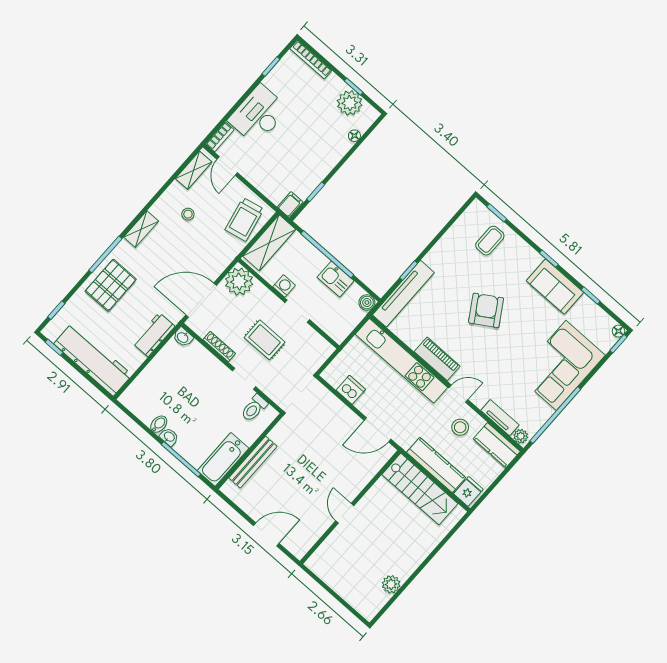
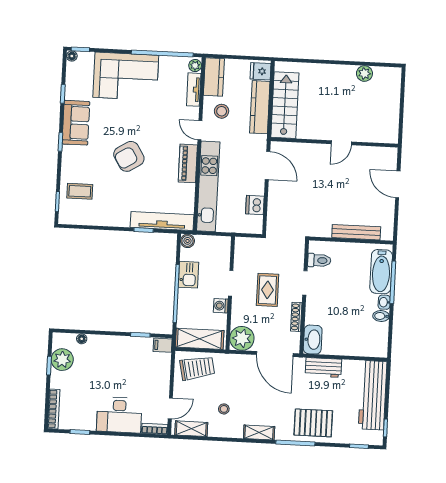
washbasin: (183, 337) -> (313, 340), width x1.91, depth x1.45
bathtub: (223, 459) -> (381, 272), moved, turned 90

